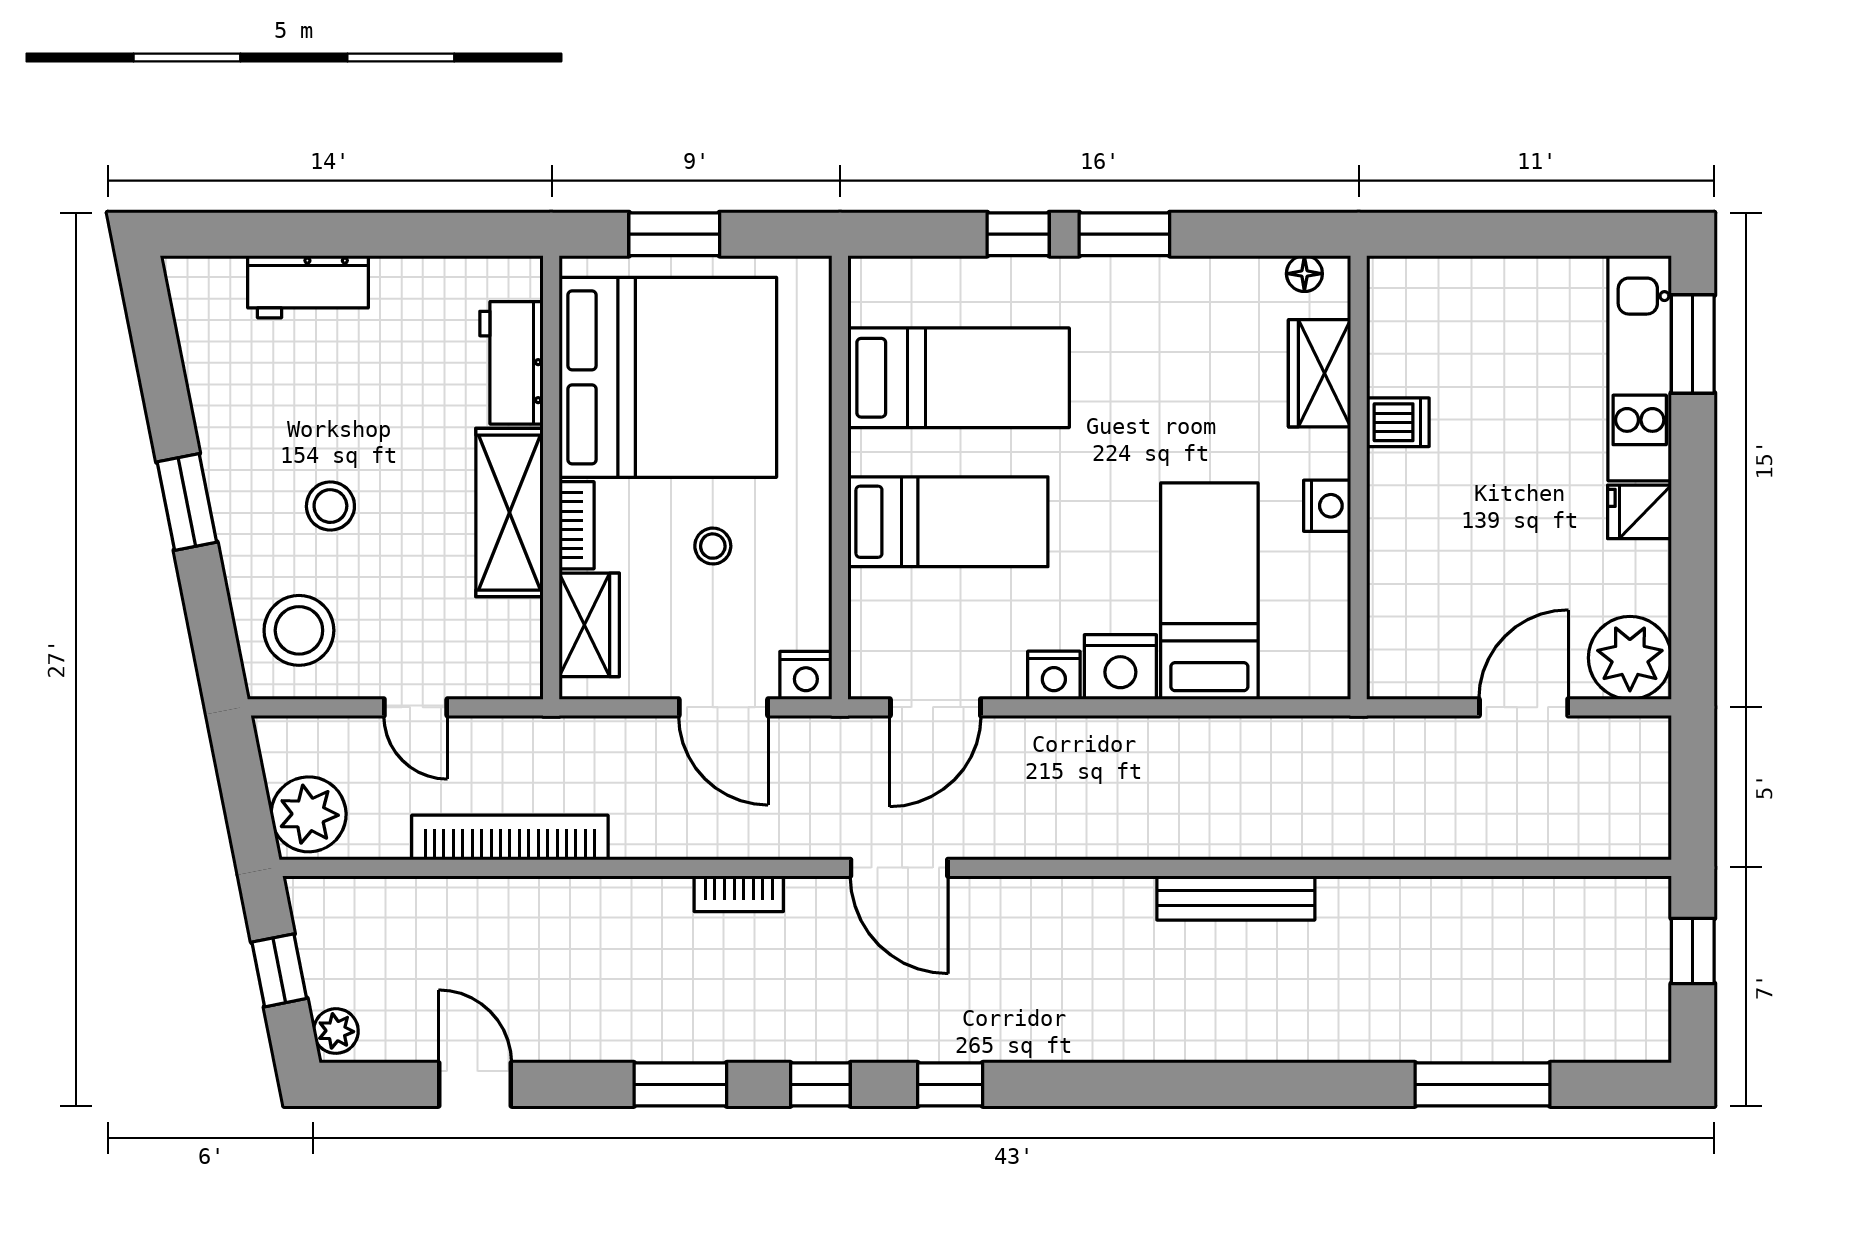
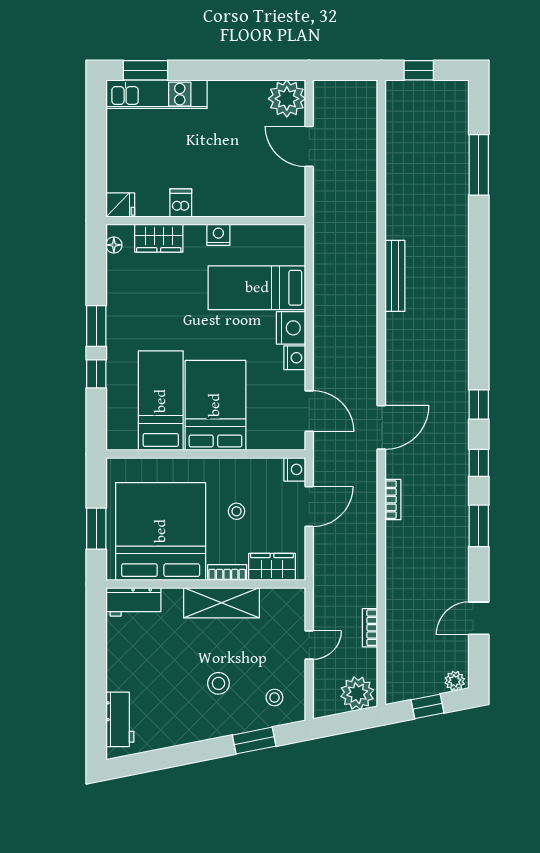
workbench: (308, 287) -> (120, 719), moved
workbench: (512, 363) -> (133, 602), moved
window: (187, 502) -> (254, 741), moved
fridge: (1639, 512) -> (120, 205), moved, turned -90
bed: (948, 522) -> (215, 405), width x1.50
stool: (299, 630) -> (274, 697), width x0.53, depth x0.53
bookcase: (510, 837) -> (370, 628), width x0.43, depth x0.76

